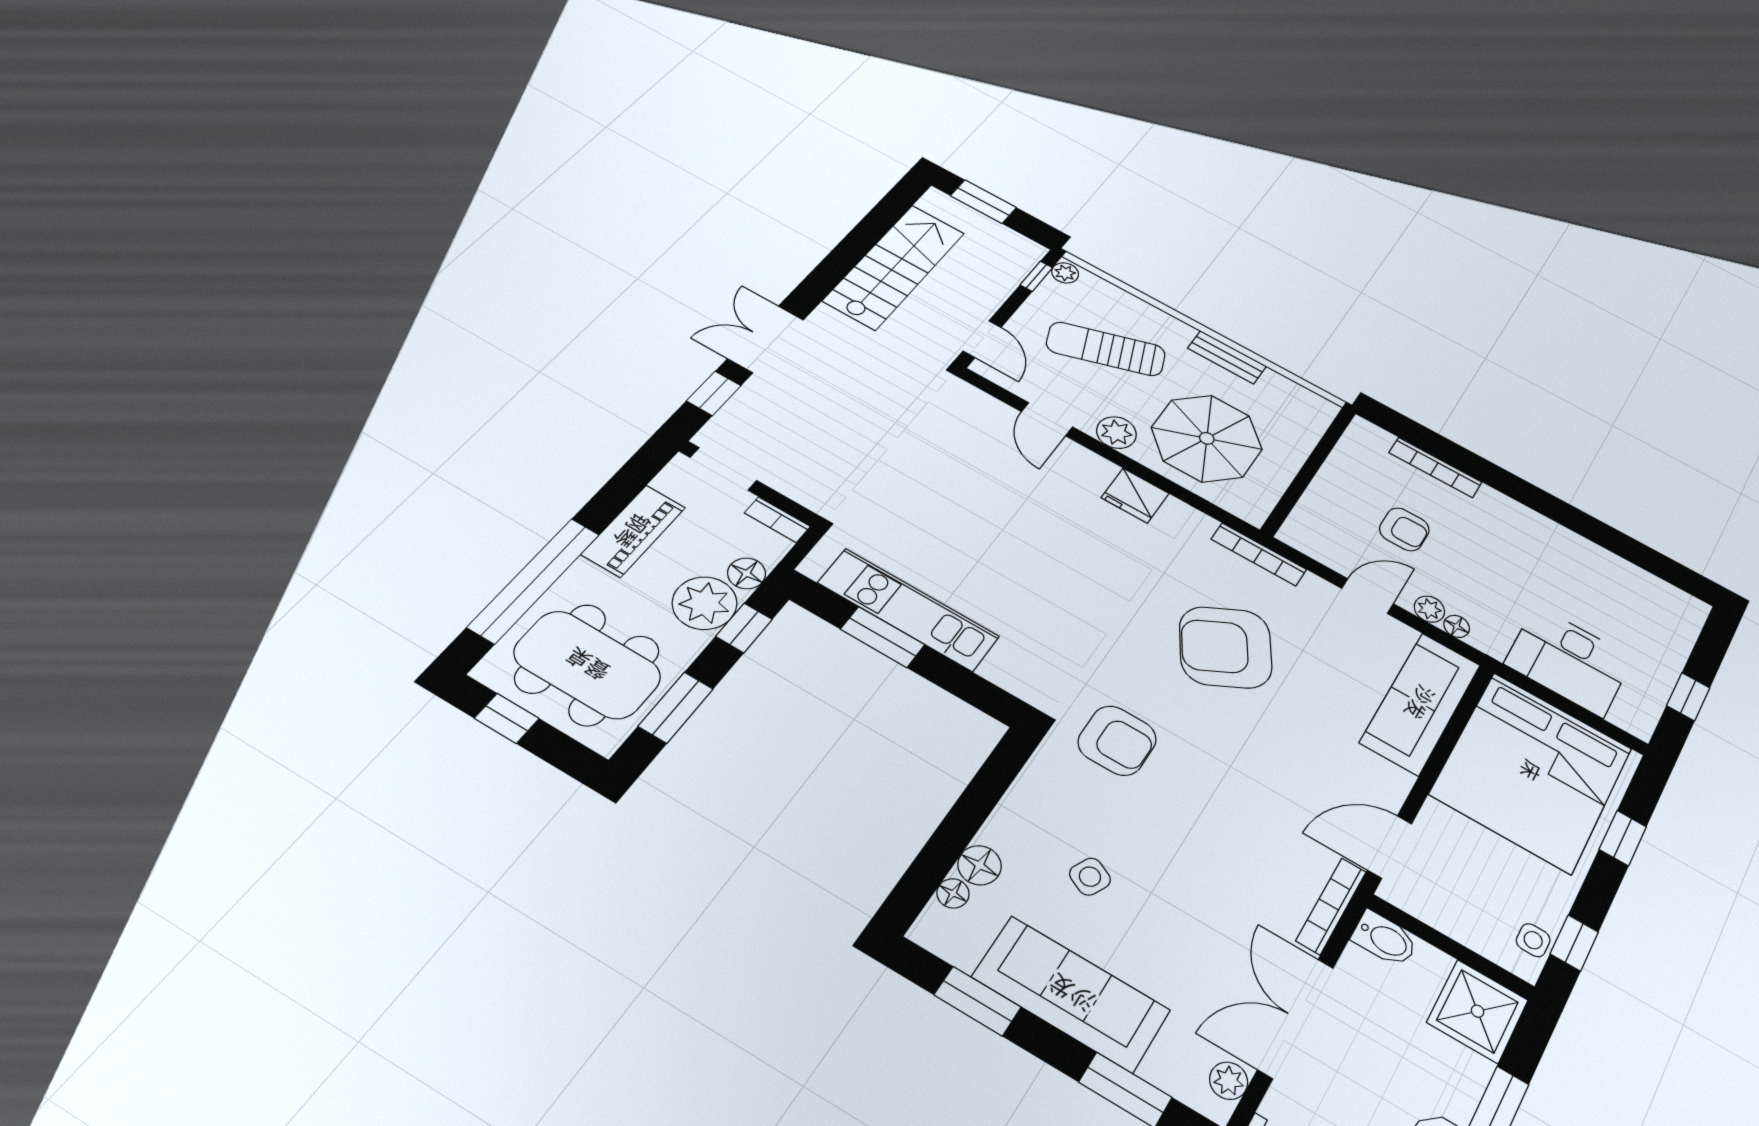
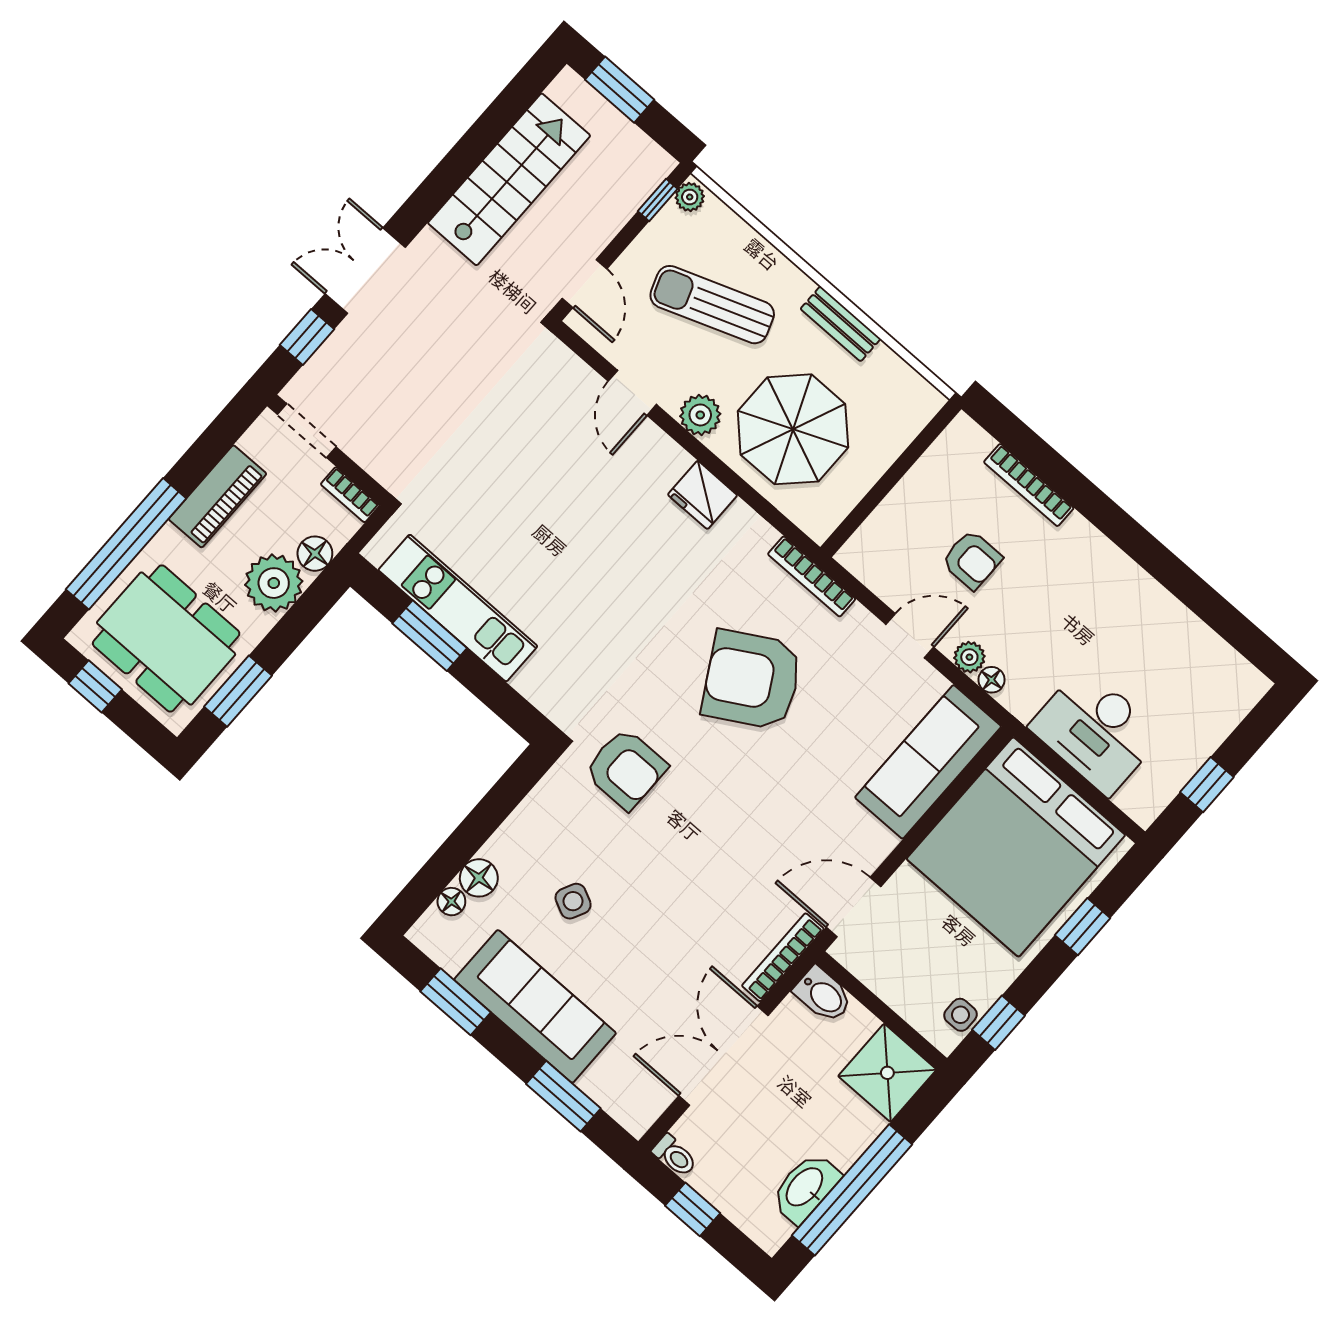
window: (744, 628) -> (306, 613), removed
plant: (1229, 1081) -> (652, 1102), removed

